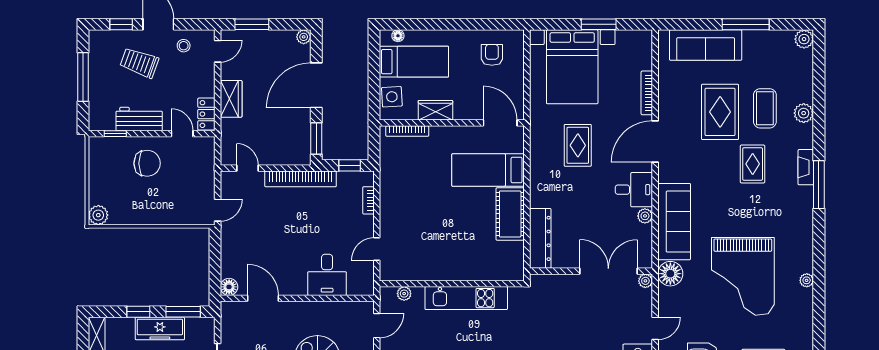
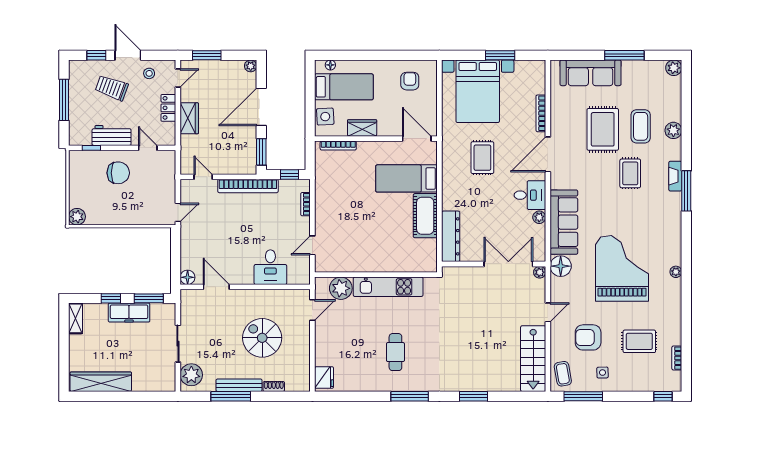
locker: (206, 114) -> (168, 108), moved
grand piano: (743, 276) -> (622, 268), turned 180
plant: (404, 294) -> (341, 288), width x1.87, depth x1.87

